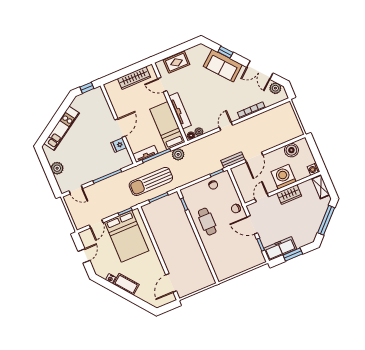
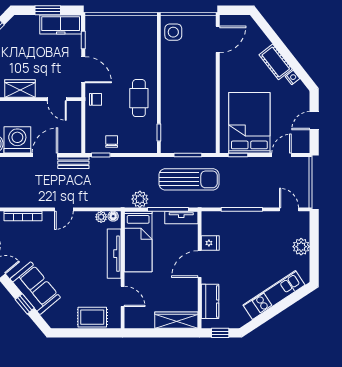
wardrobe: (134, 78) -> (176, 320), moved
kitchen counter: (102, 106) -> (210, 301), added
washing machine: (283, 177) -> (17, 140), moved, turned 180
door: (262, 198) -> (57, 99), hinge flipped
side table: (203, 275) -> (173, 32), added

